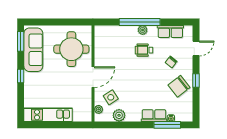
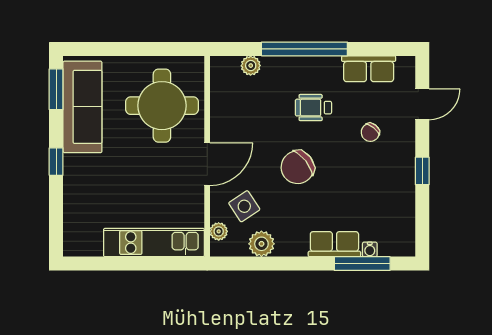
plant: (143, 30) -> (251, 66), moved
chair: (179, 86) -> (298, 167), moved
kitchen unit: (48, 115) -> (154, 243), moved

